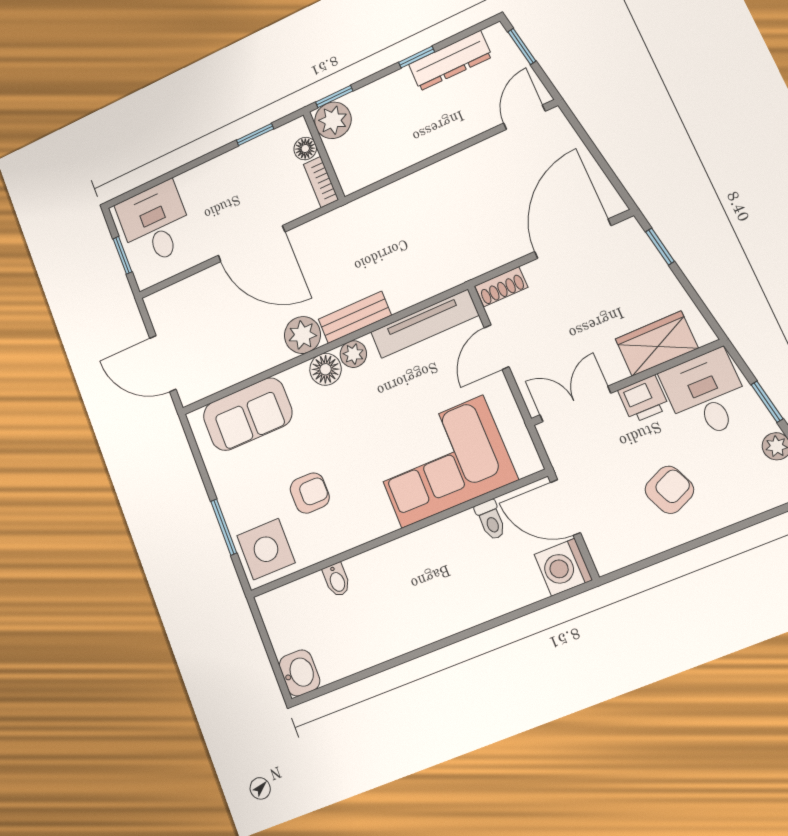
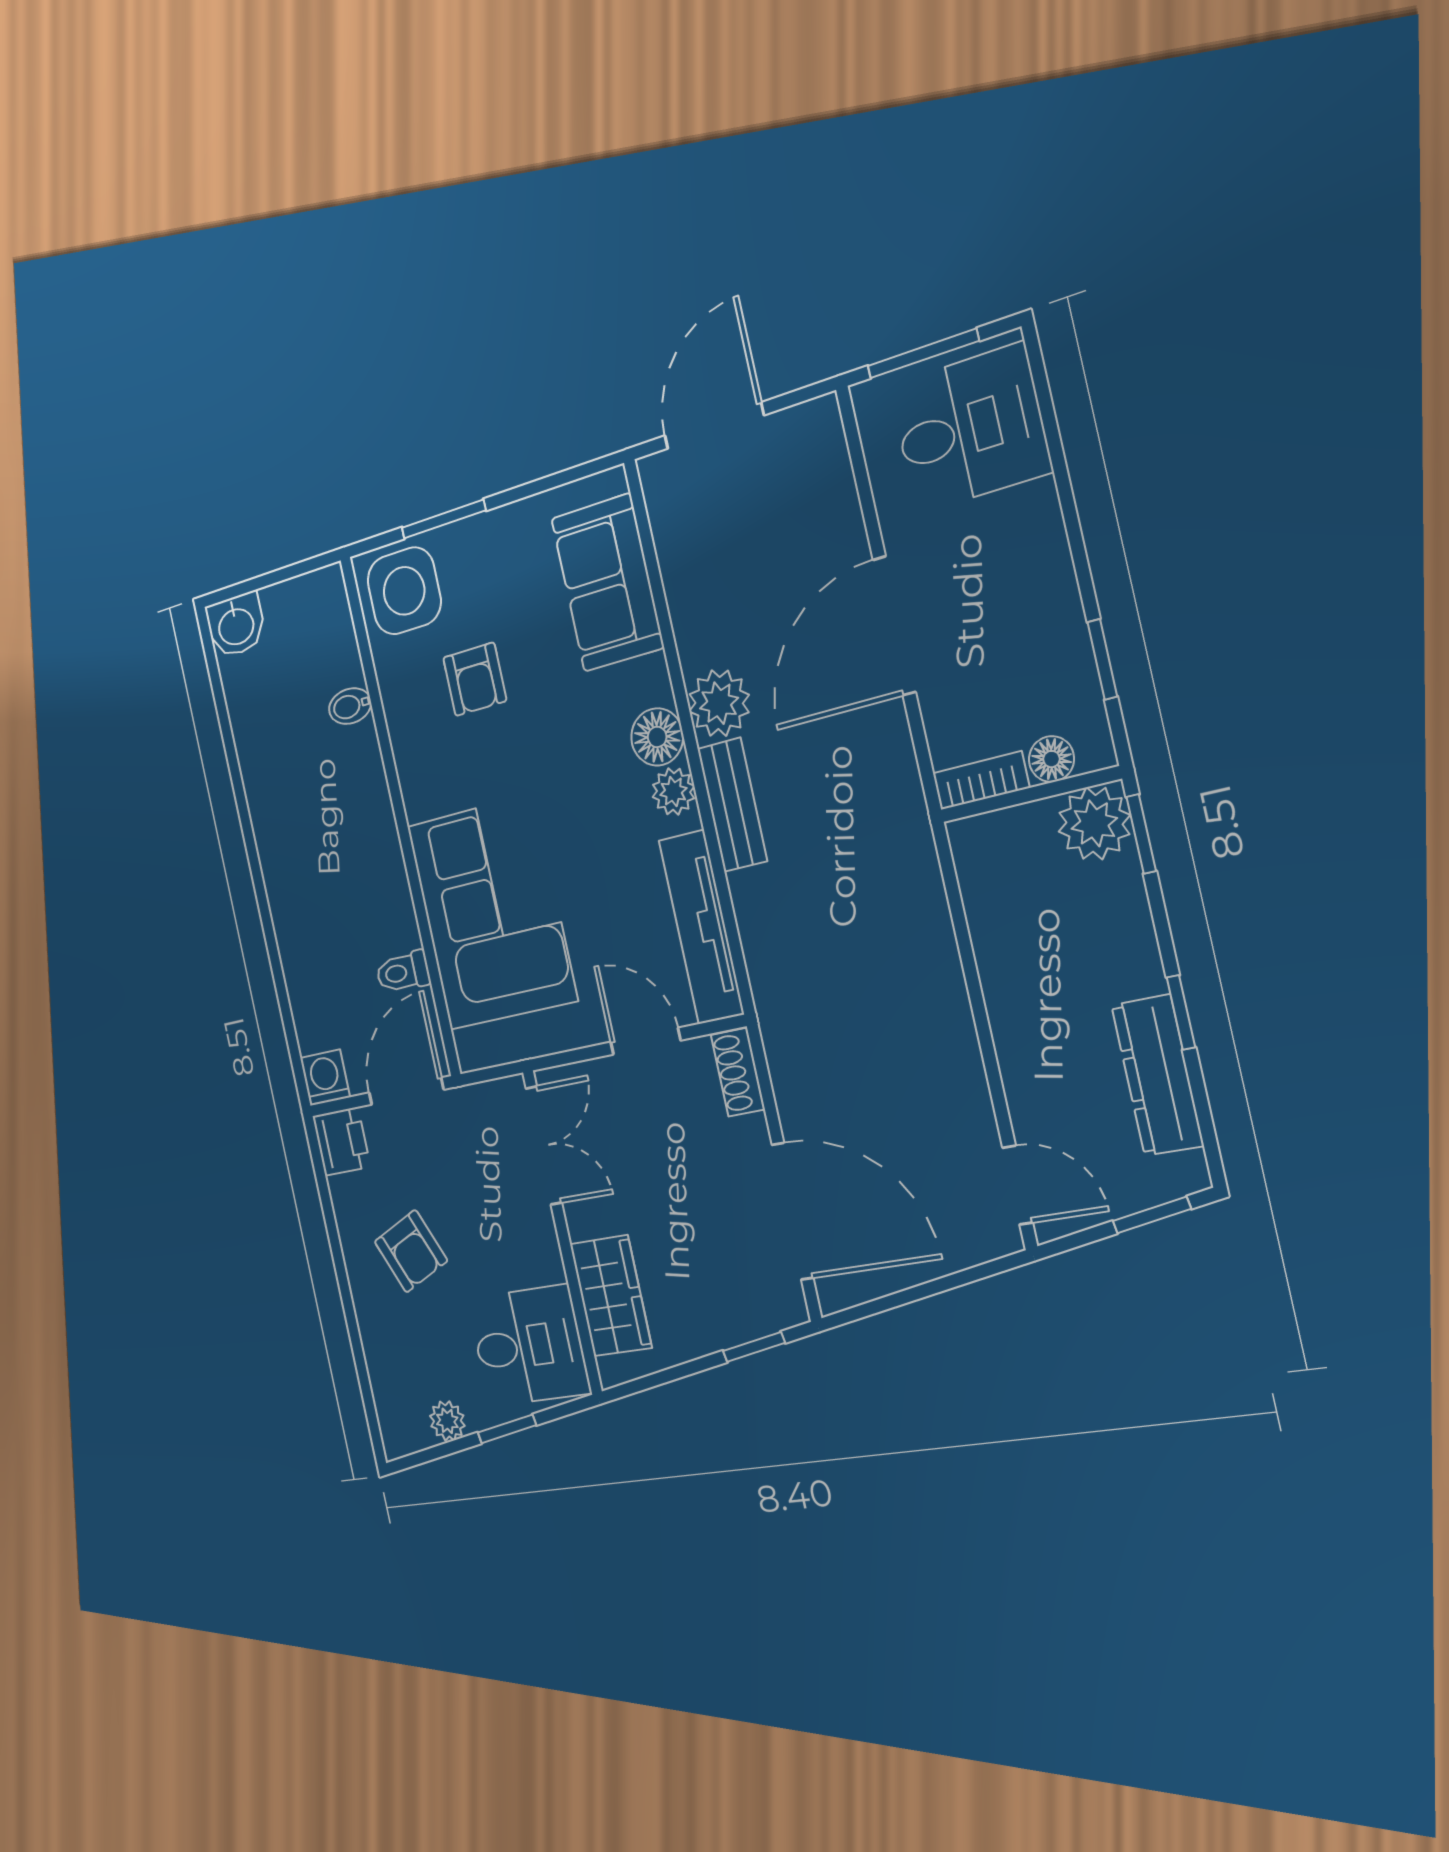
window: (122, 255) -> (923, 353), width x1.50
printer: (643, 399) -> (341, 1141), moved, turned 180
washing machine: (563, 567) -> (325, 1078), width x0.73, depth x0.73

